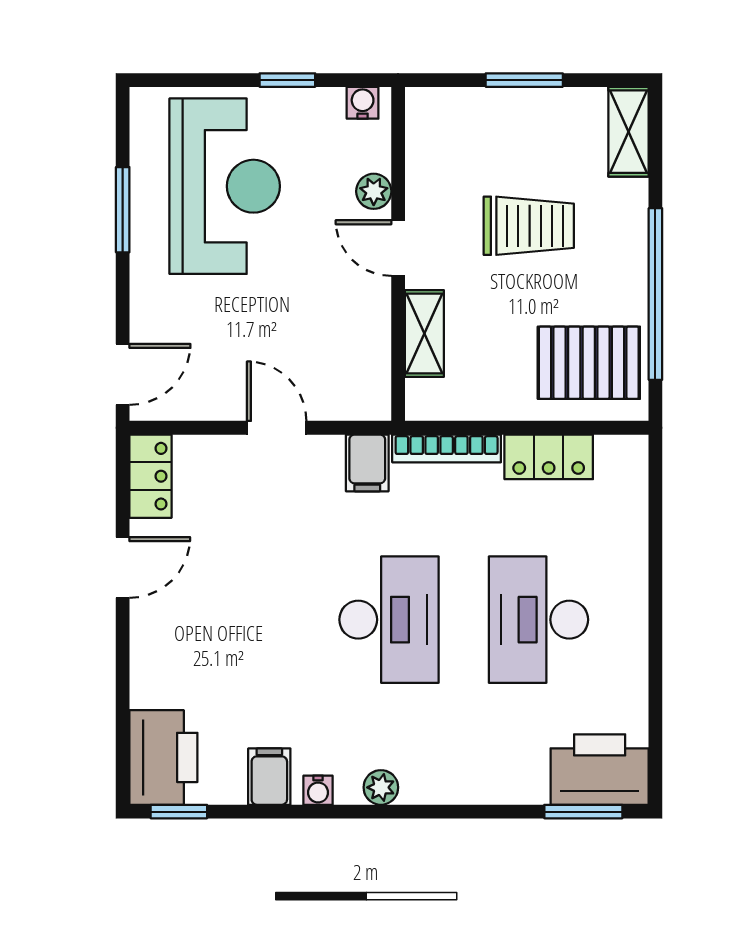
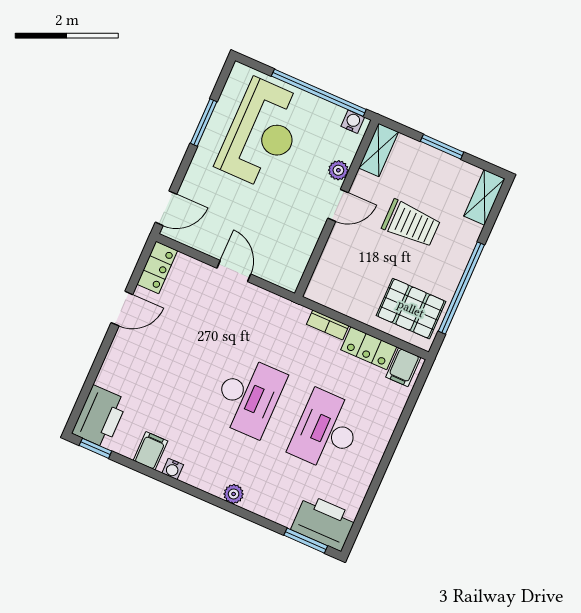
window: (287, 80) -> (319, 93), width x3.17
door: (398, 248) -> (338, 205), swing flipped
shelving: (424, 334) -> (379, 150), moved
bookcase: (447, 448) -> (328, 325), width x0.64
filing cabinet: (367, 463) -> (403, 367), moved
plant: (381, 787) -> (234, 494), moved

